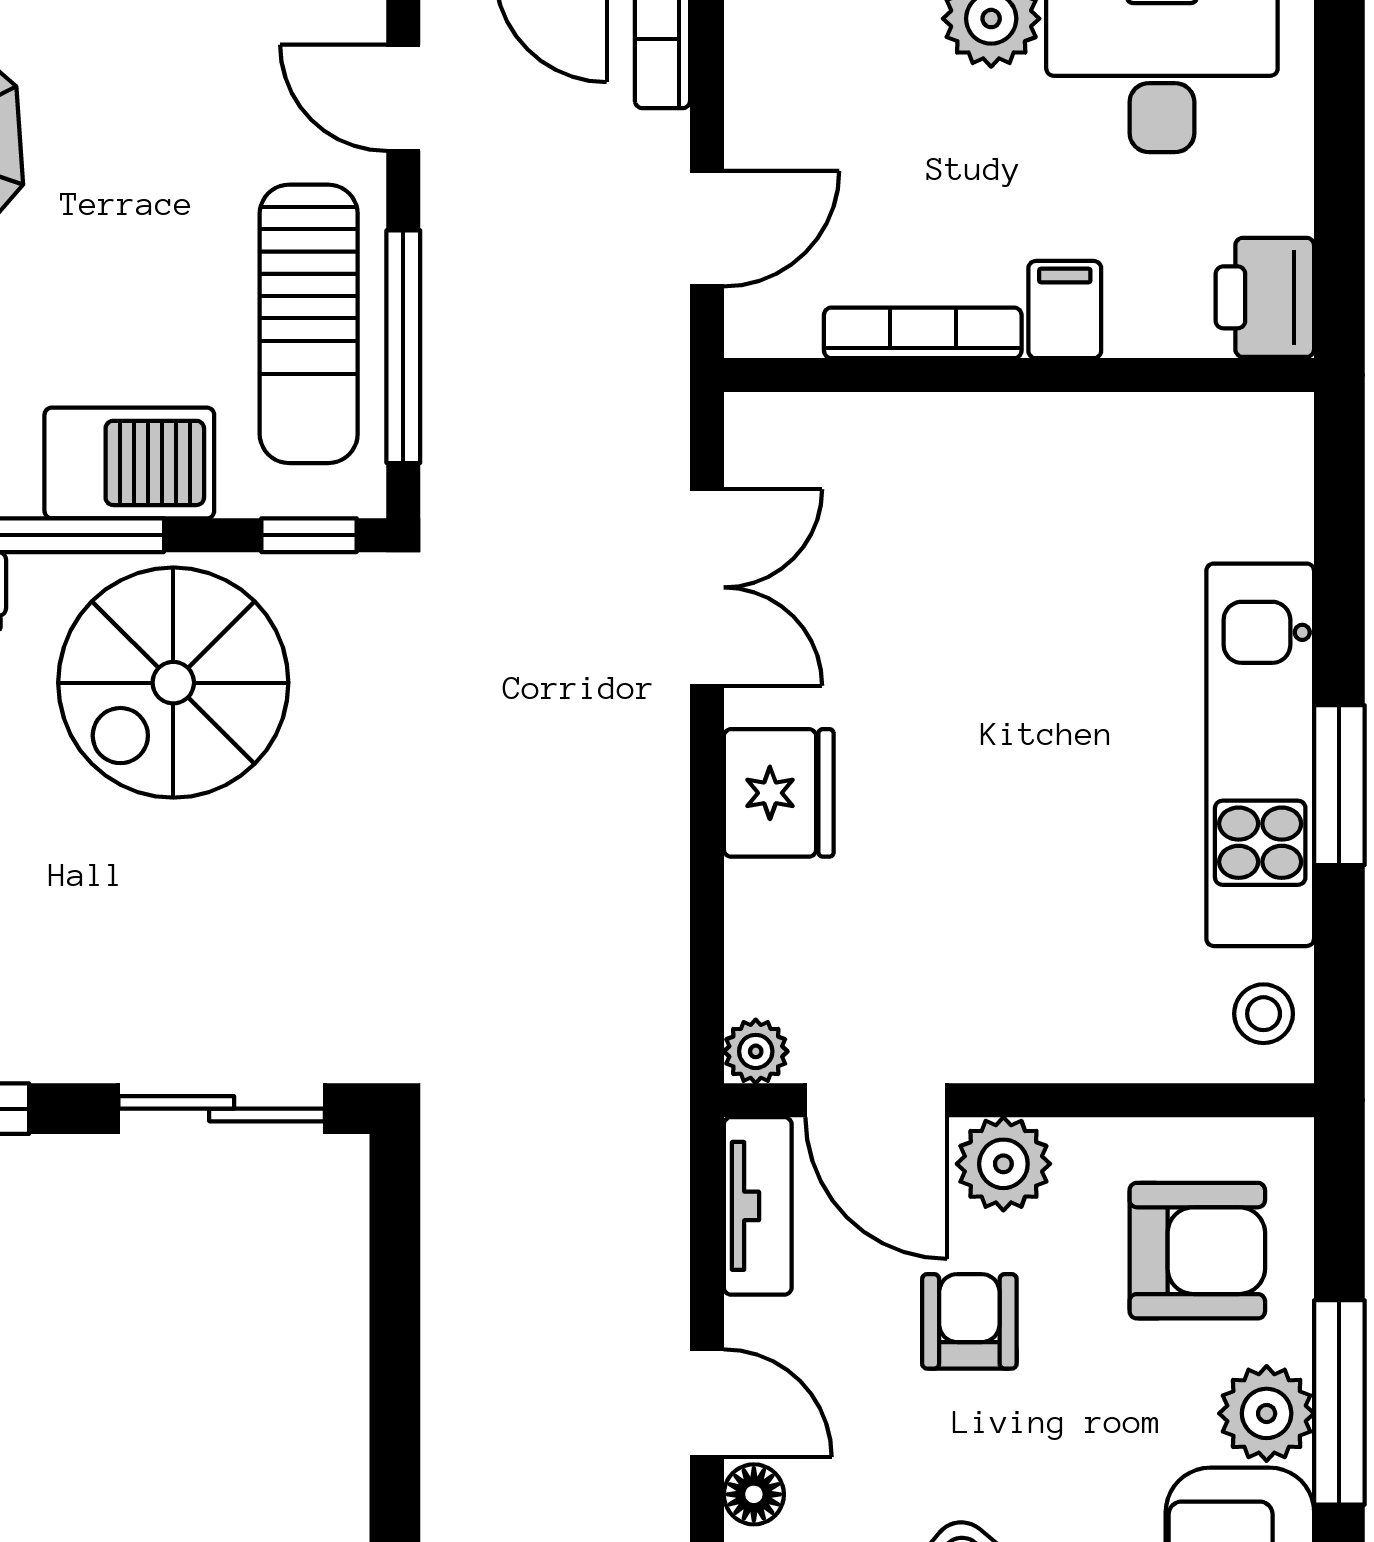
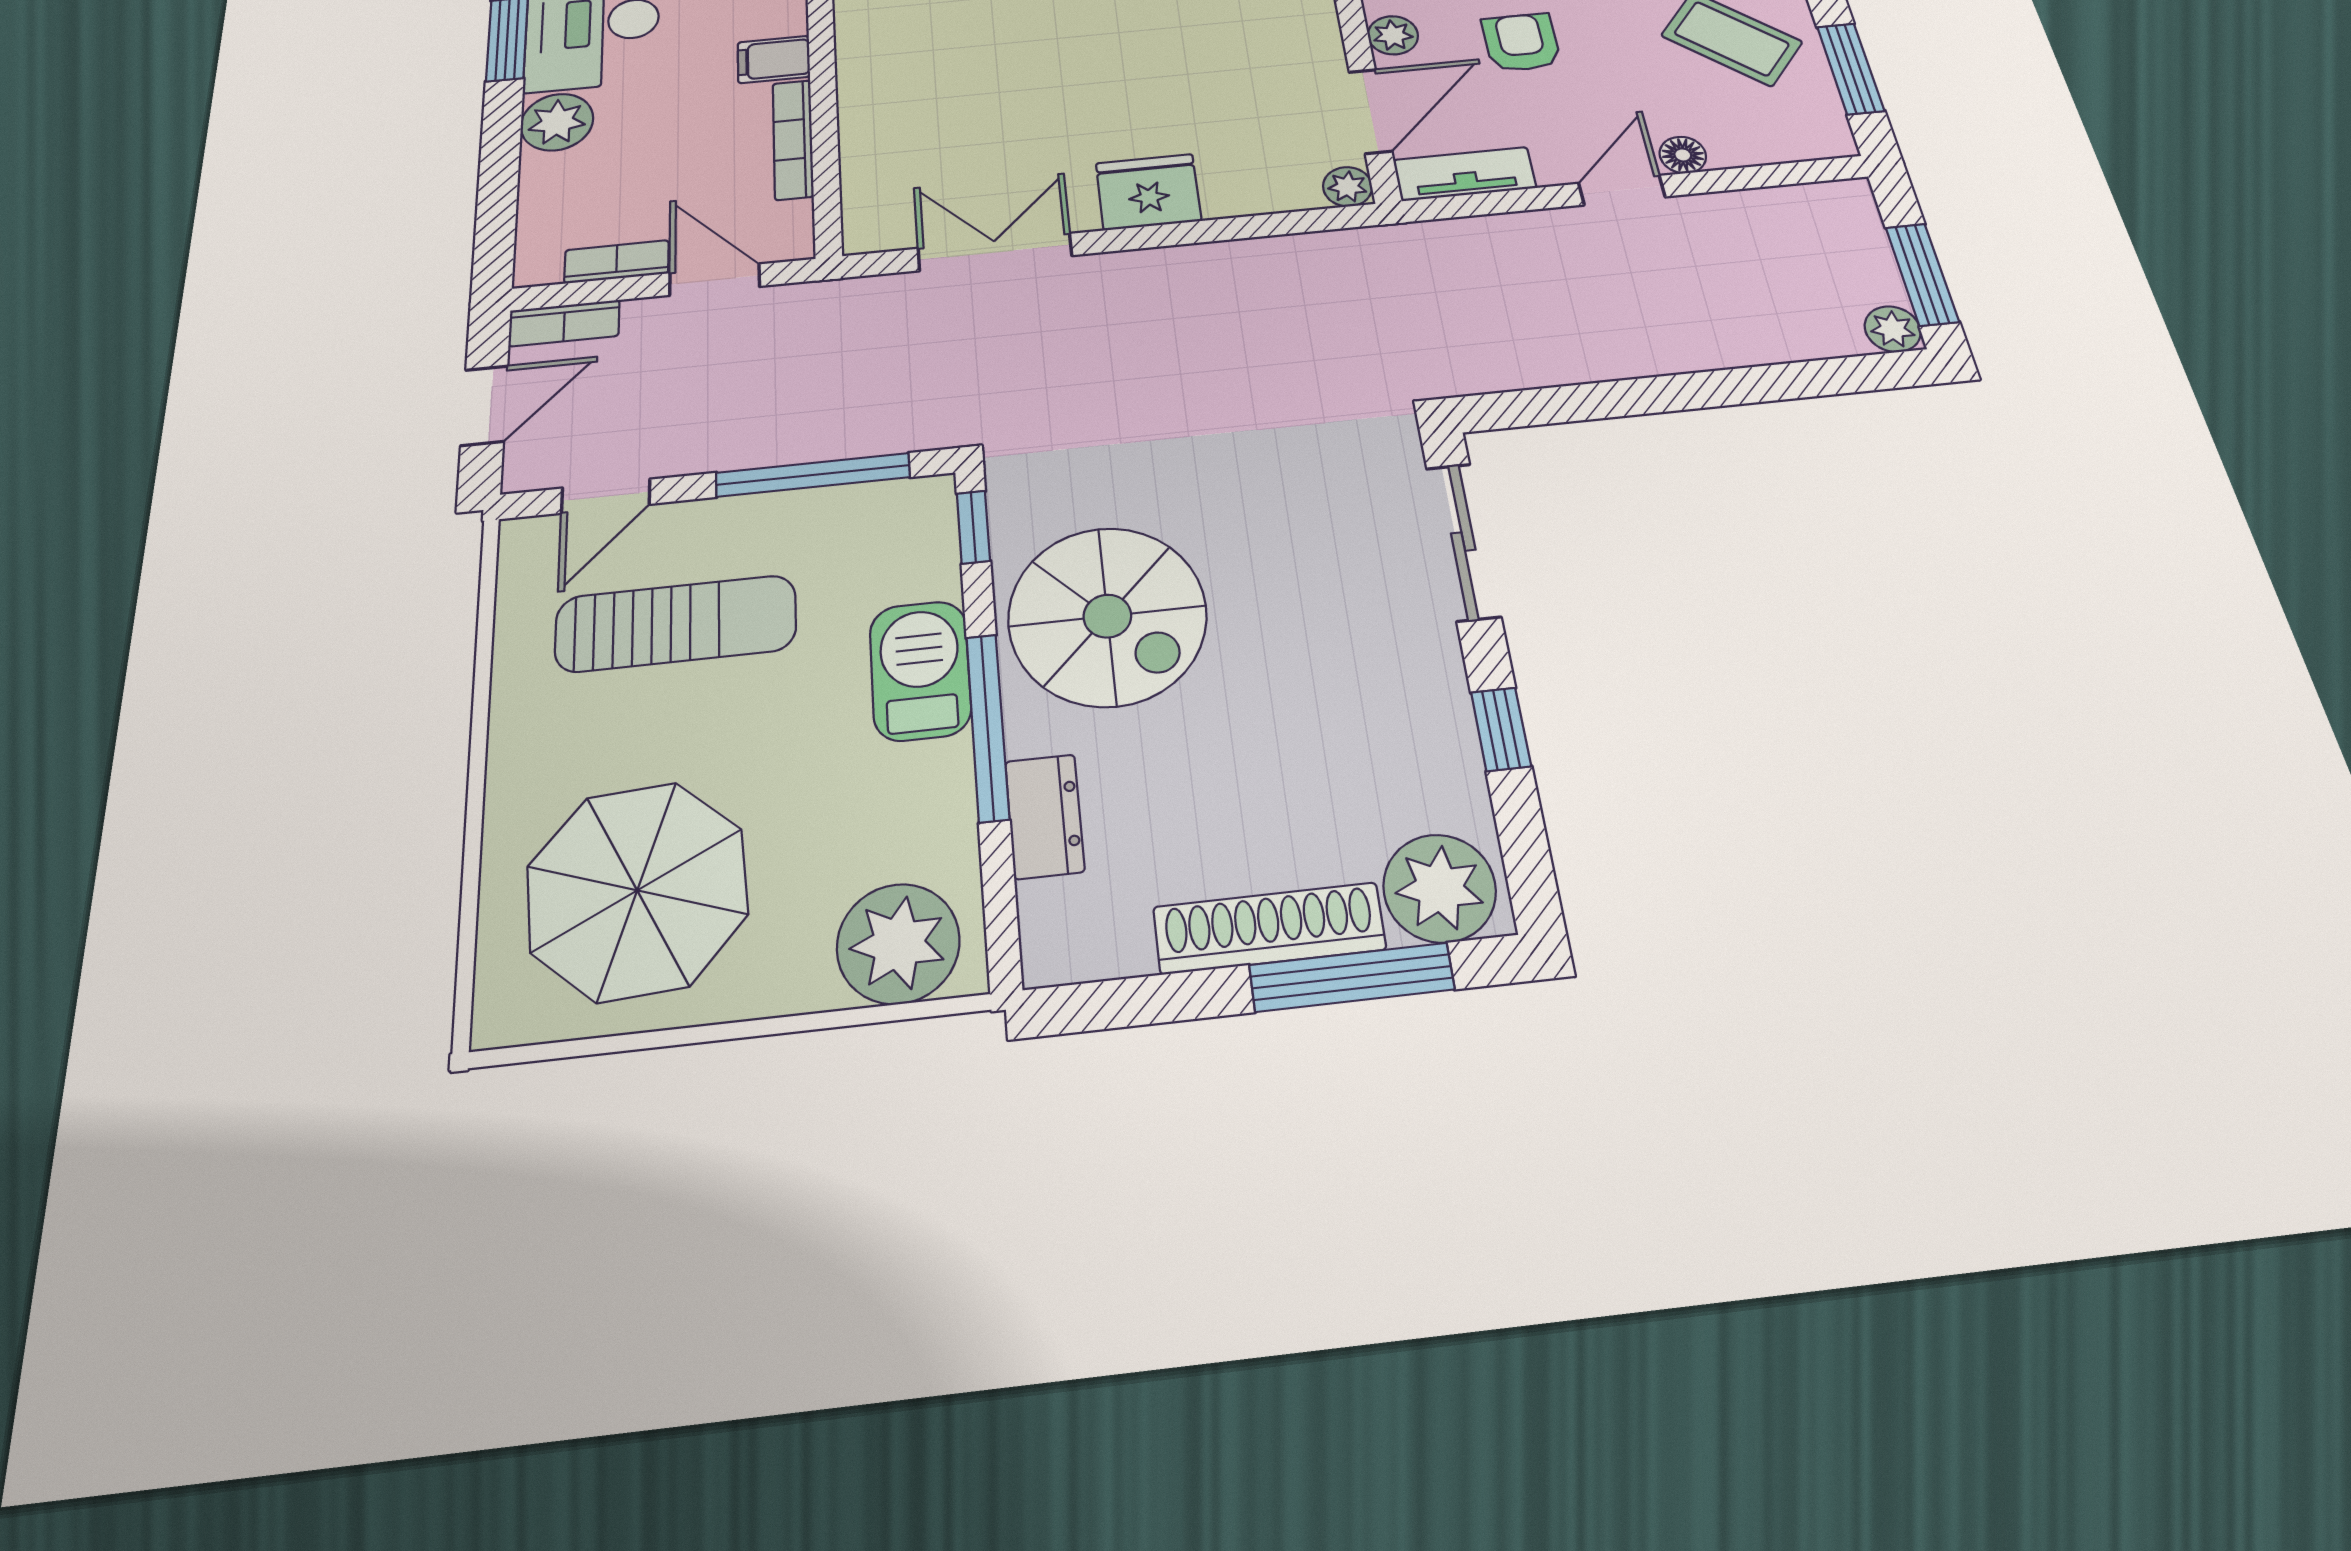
bookcase: (750, 103) -> (617, 262), added
sun lounger: (309, 324) -> (676, 624), moved
plant: (1003, 1164) -> (1393, 35), width x0.73, depth x0.73
armchair: (969, 1321) -> (1521, 42), turned 90

